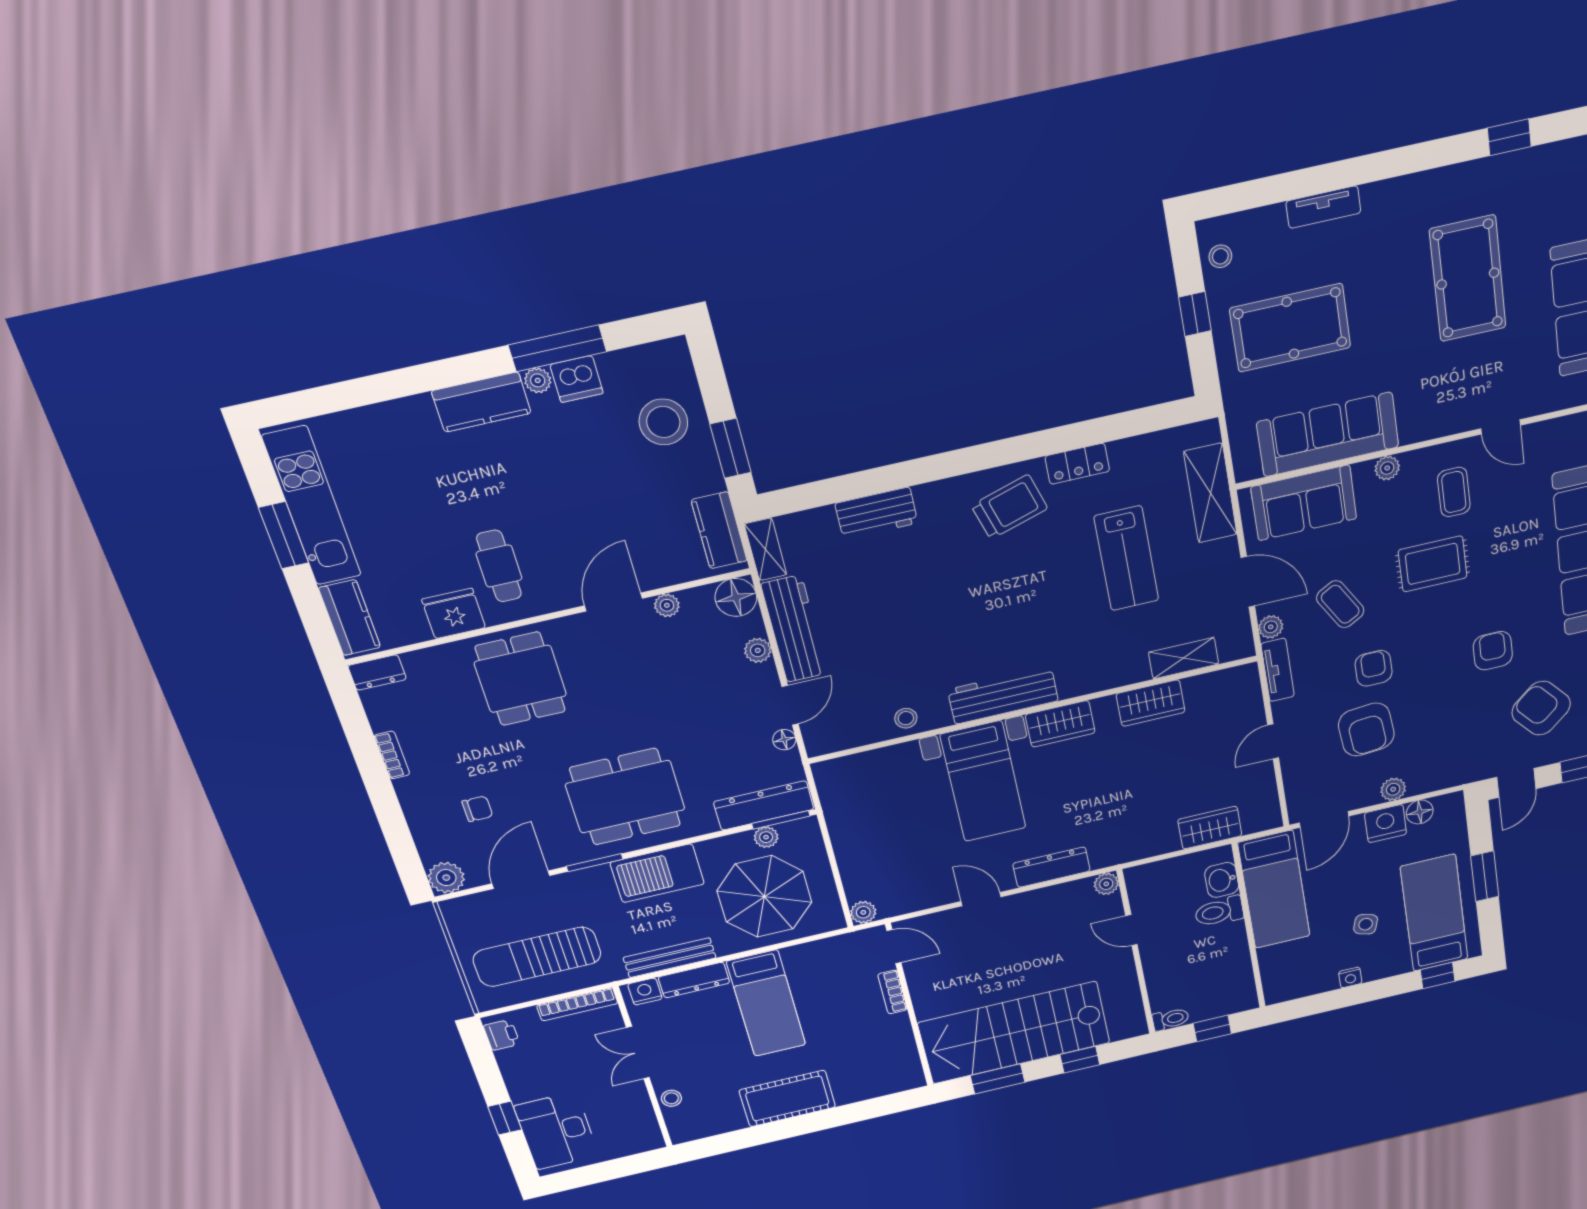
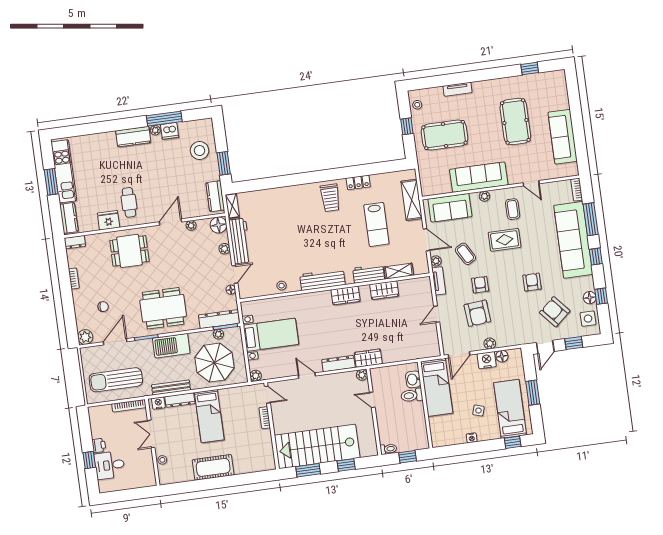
sofa: (1328, 434) -> (479, 177), moved
trolley: (1009, 507) -> (330, 198), turned 107
workbench: (876, 513) -> (369, 274), moved, turned 180
dining table: (520, 679) -> (129, 251), turned 90
bed with nightstands: (983, 781) -> (271, 335), moved, turned -90
wardrobe: (1210, 828) -> (368, 358), moved
printer: (502, 1035) -> (99, 445), moved
desk: (557, 1131) -> (110, 465), width x0.73

